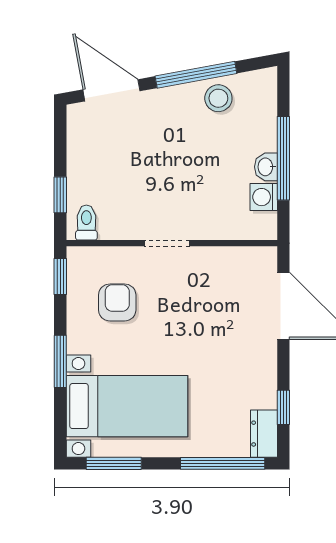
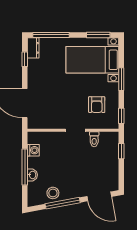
washbasin: (266, 167) -> (32, 175), moved
toilet: (86, 223) -> (94, 139), moved

